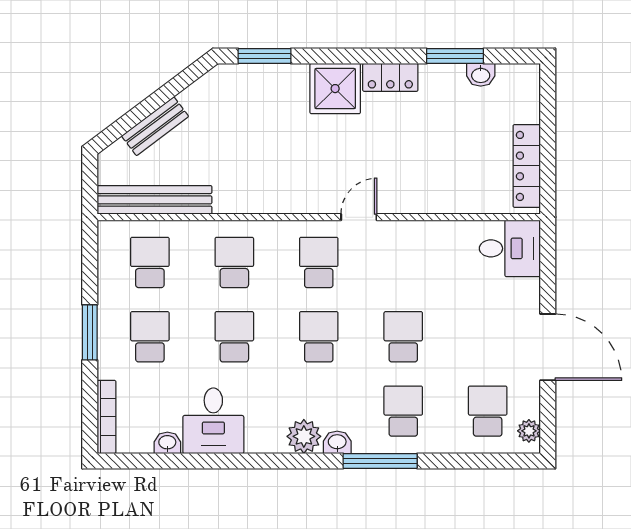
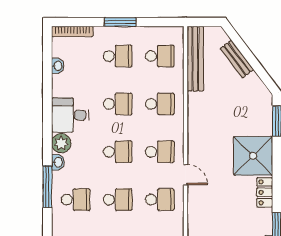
shower: (335, 89) -> (253, 156), width x1.37, depth x1.37
school desk: (403, 262) -> (160, 200), added
desk: (213, 421) -> (70, 115), moved

